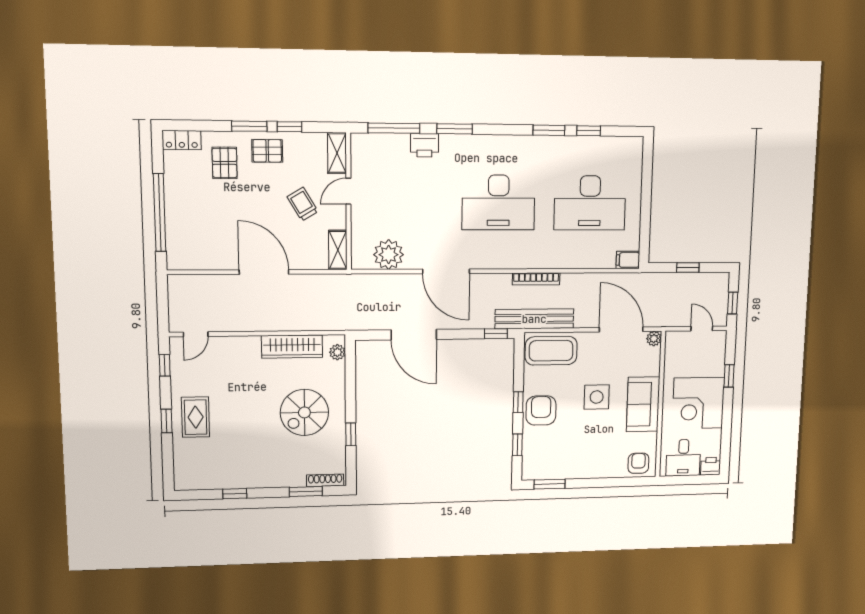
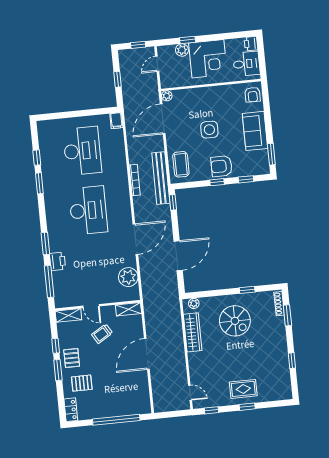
coffee table: (551, 351) -> (181, 164), width x0.73, depth x0.76
plant: (716, 367) -> (182, 50), added
sofa: (643, 404) -> (255, 131), moved, turned 90
armchair: (638, 463) -> (253, 95), turned -90

